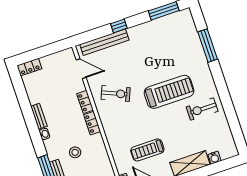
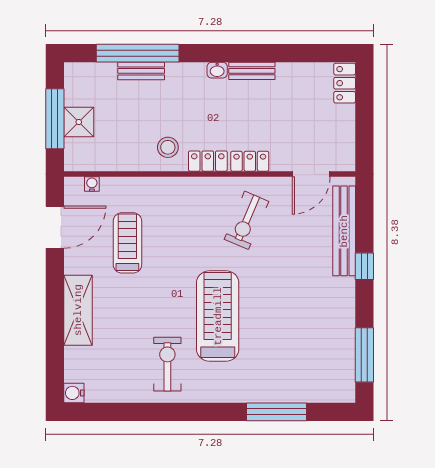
treadmill: (169, 92) -> (218, 316), turned 180
stool: (75, 152) -> (168, 147), moved
water cooler: (214, 158) -> (74, 393), moved

